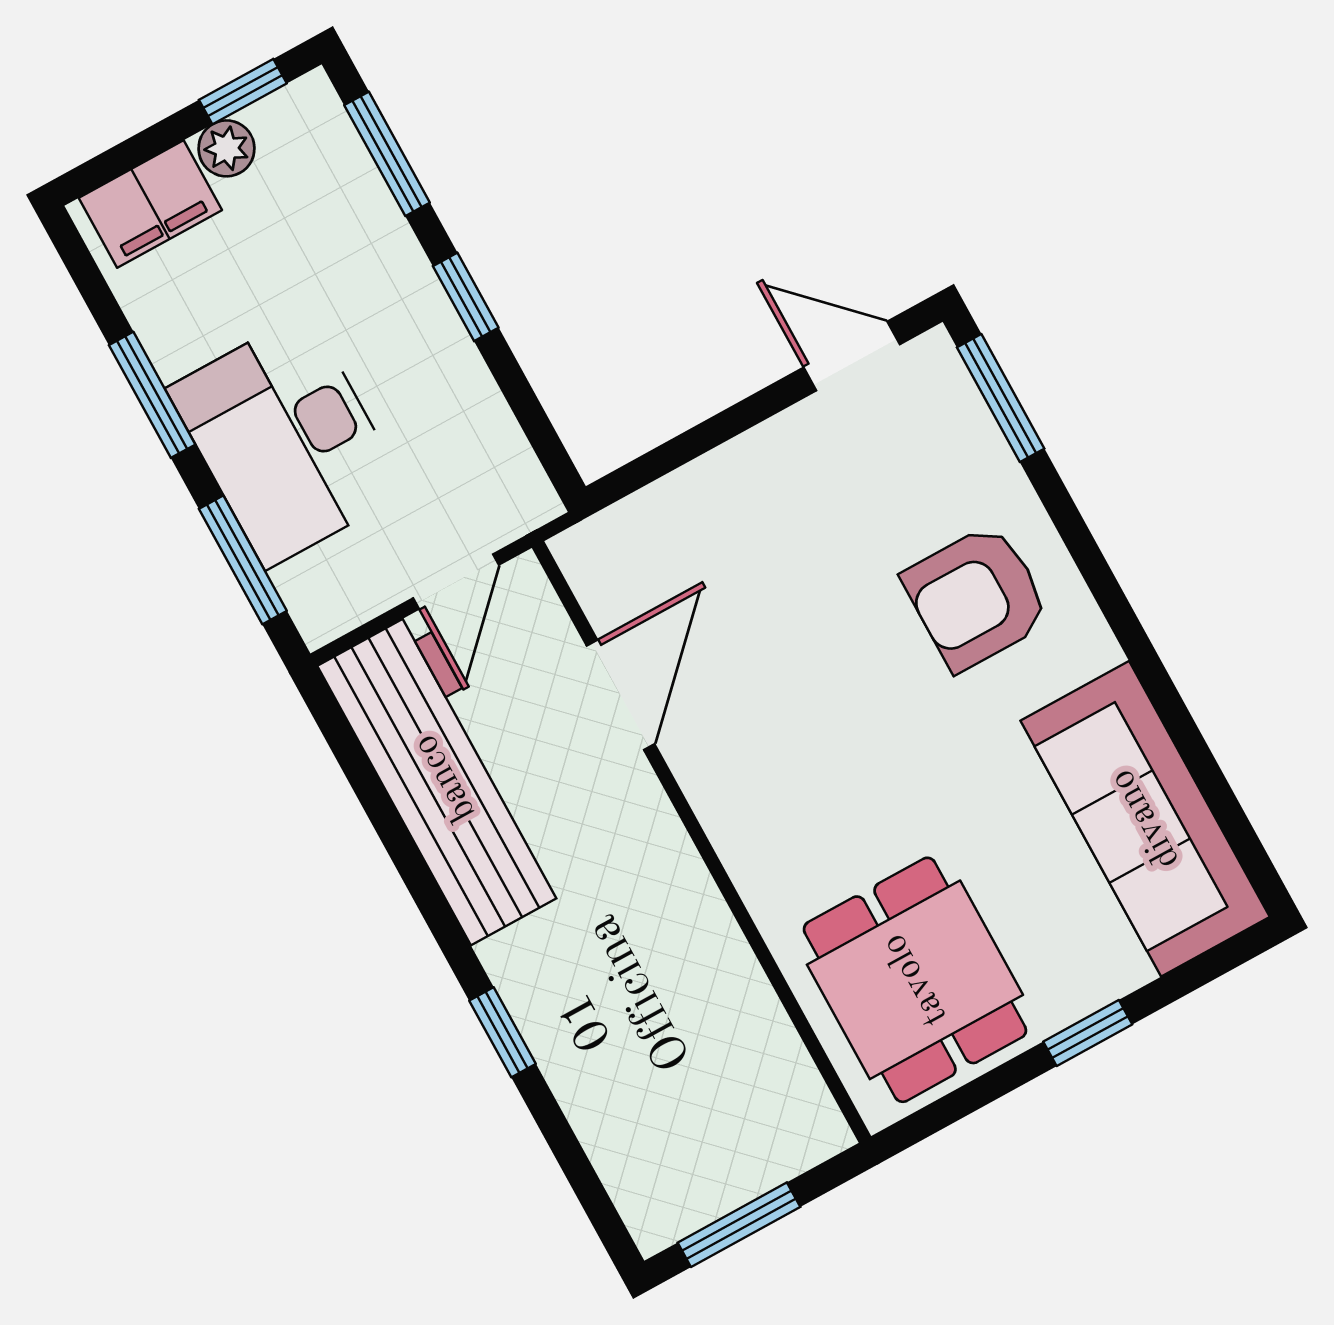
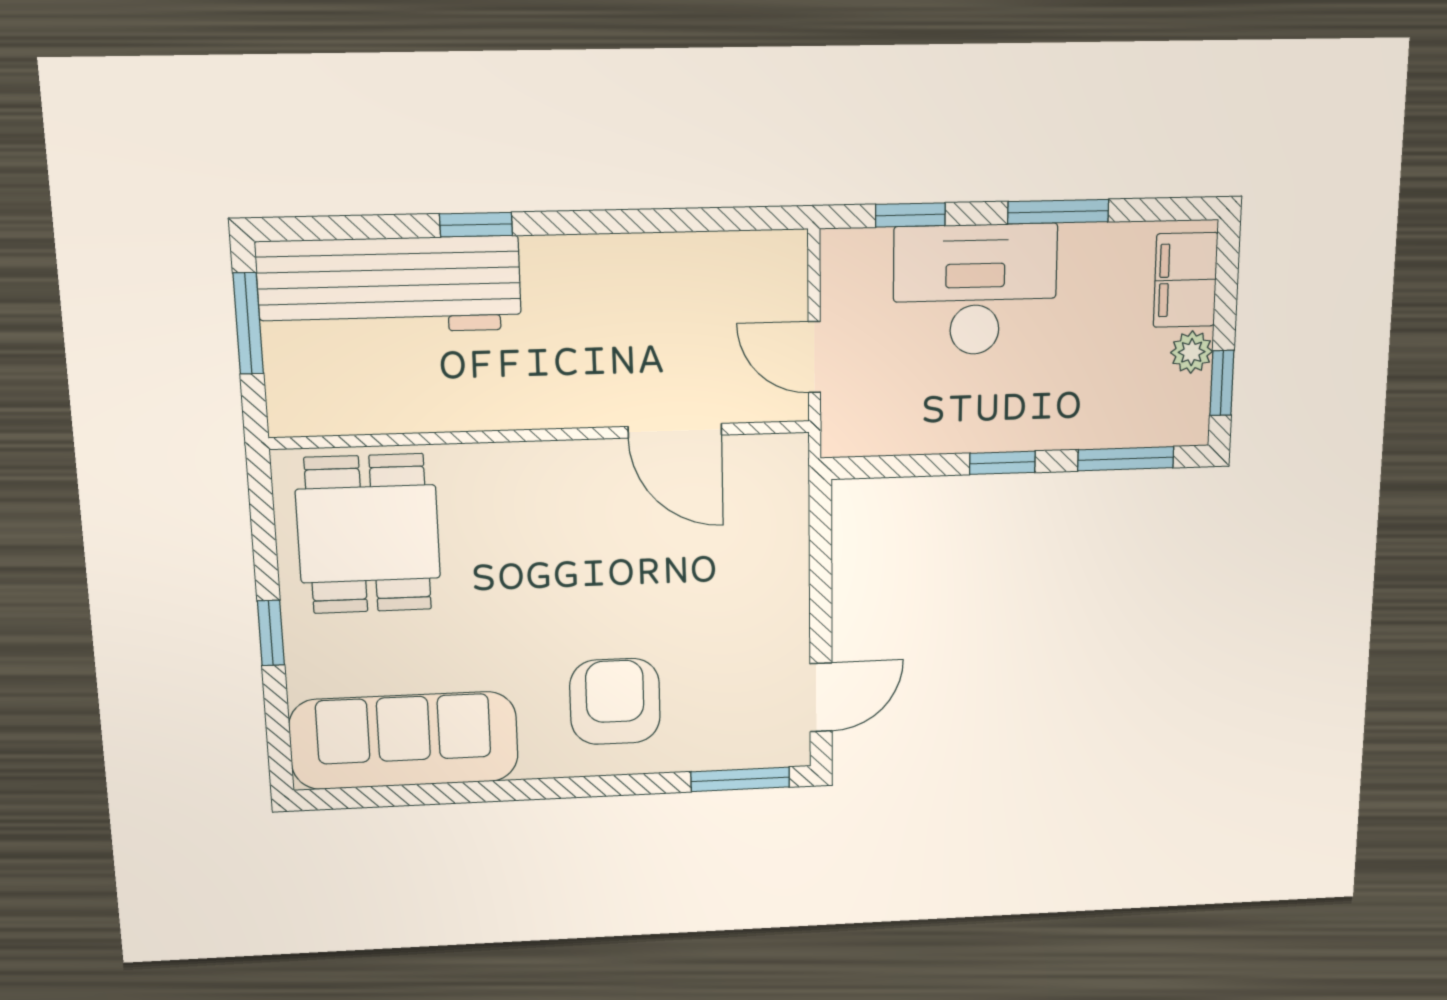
window: (243, 560) -> (910, 215), width x0.67
workbench: (445, 778) -> (389, 286), moved
dining table: (915, 980) -> (368, 534), turned 90

